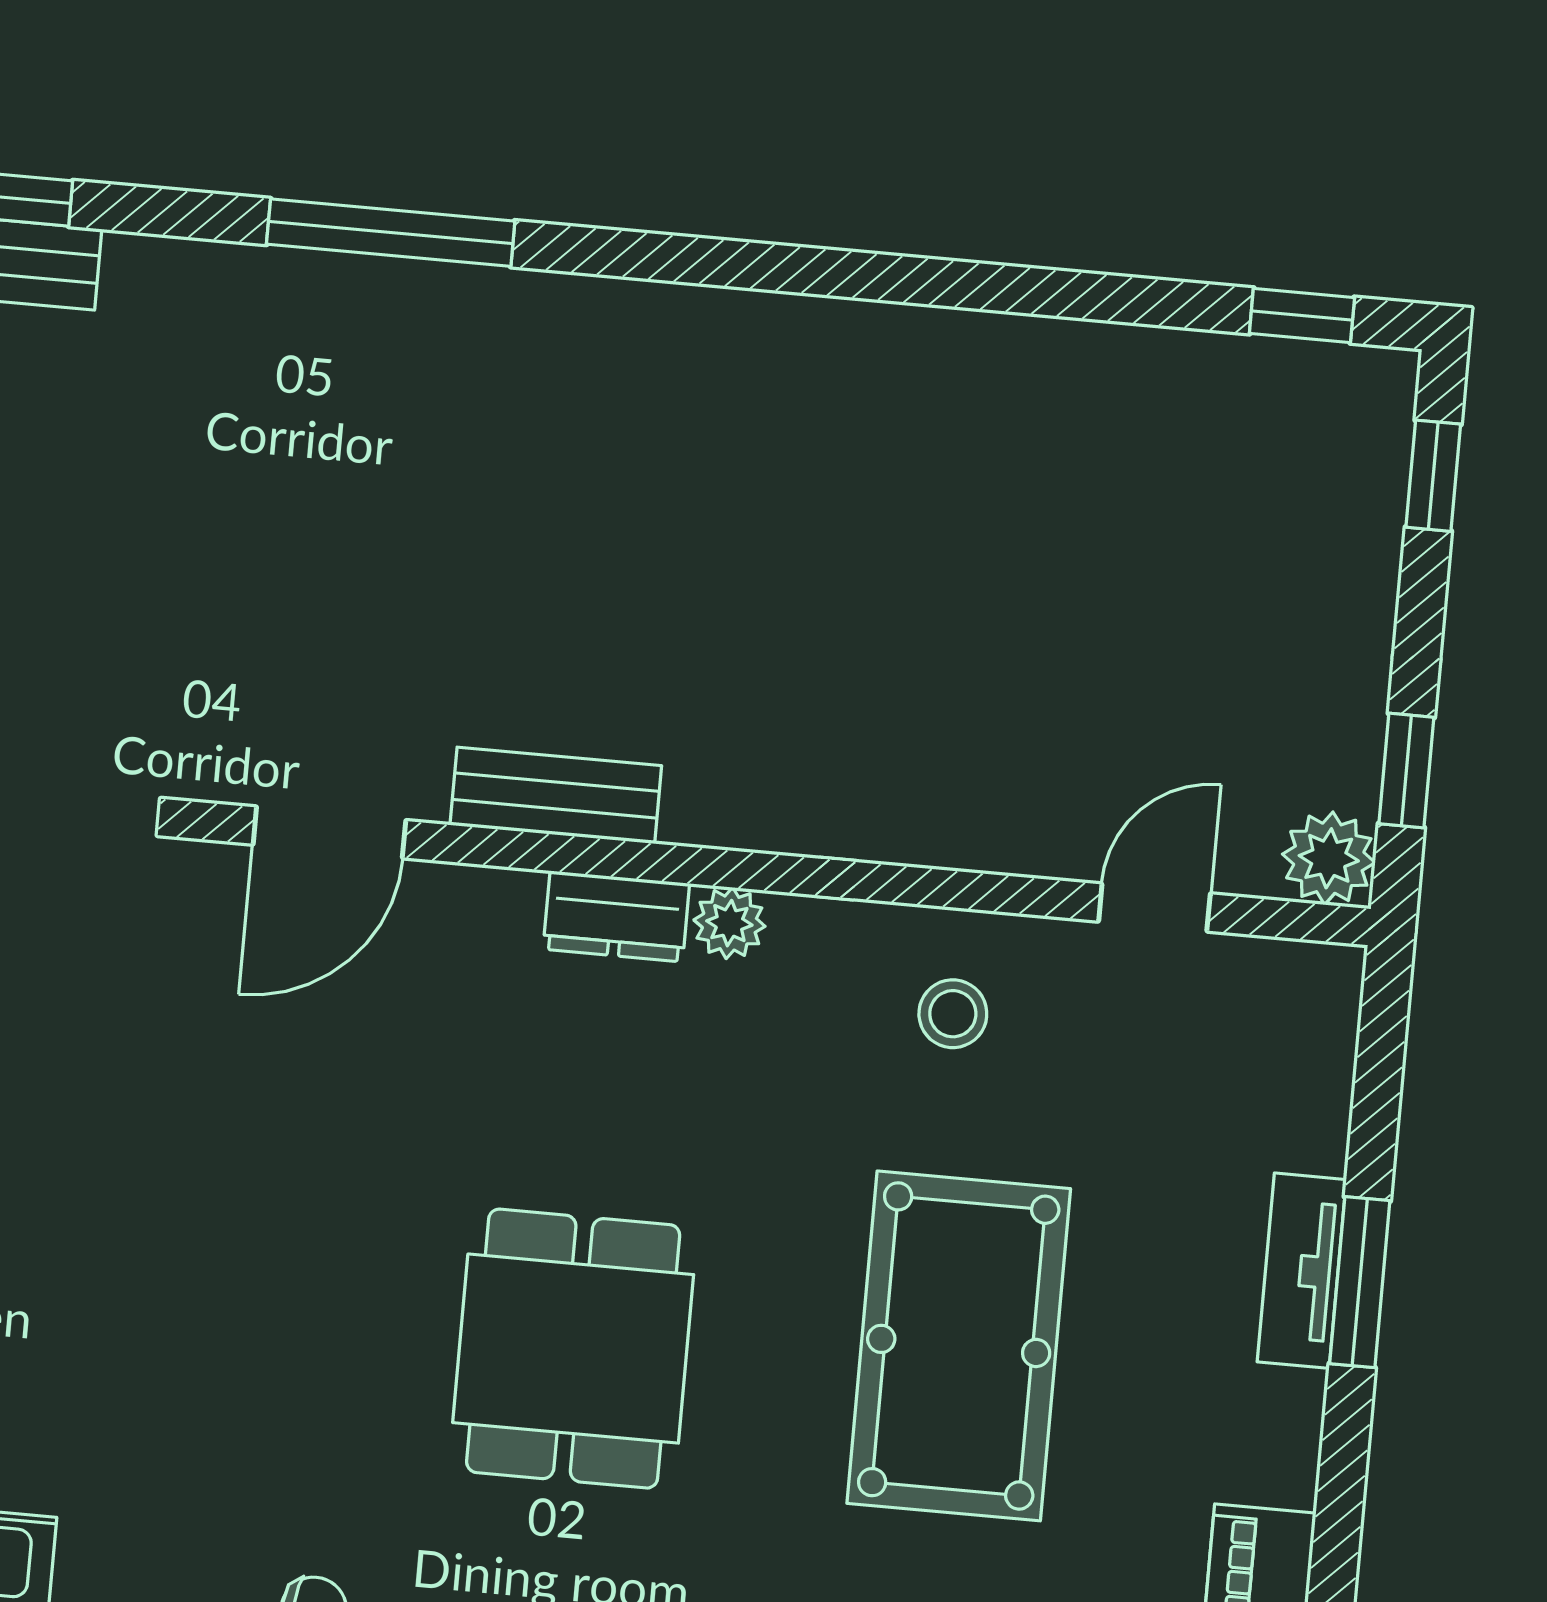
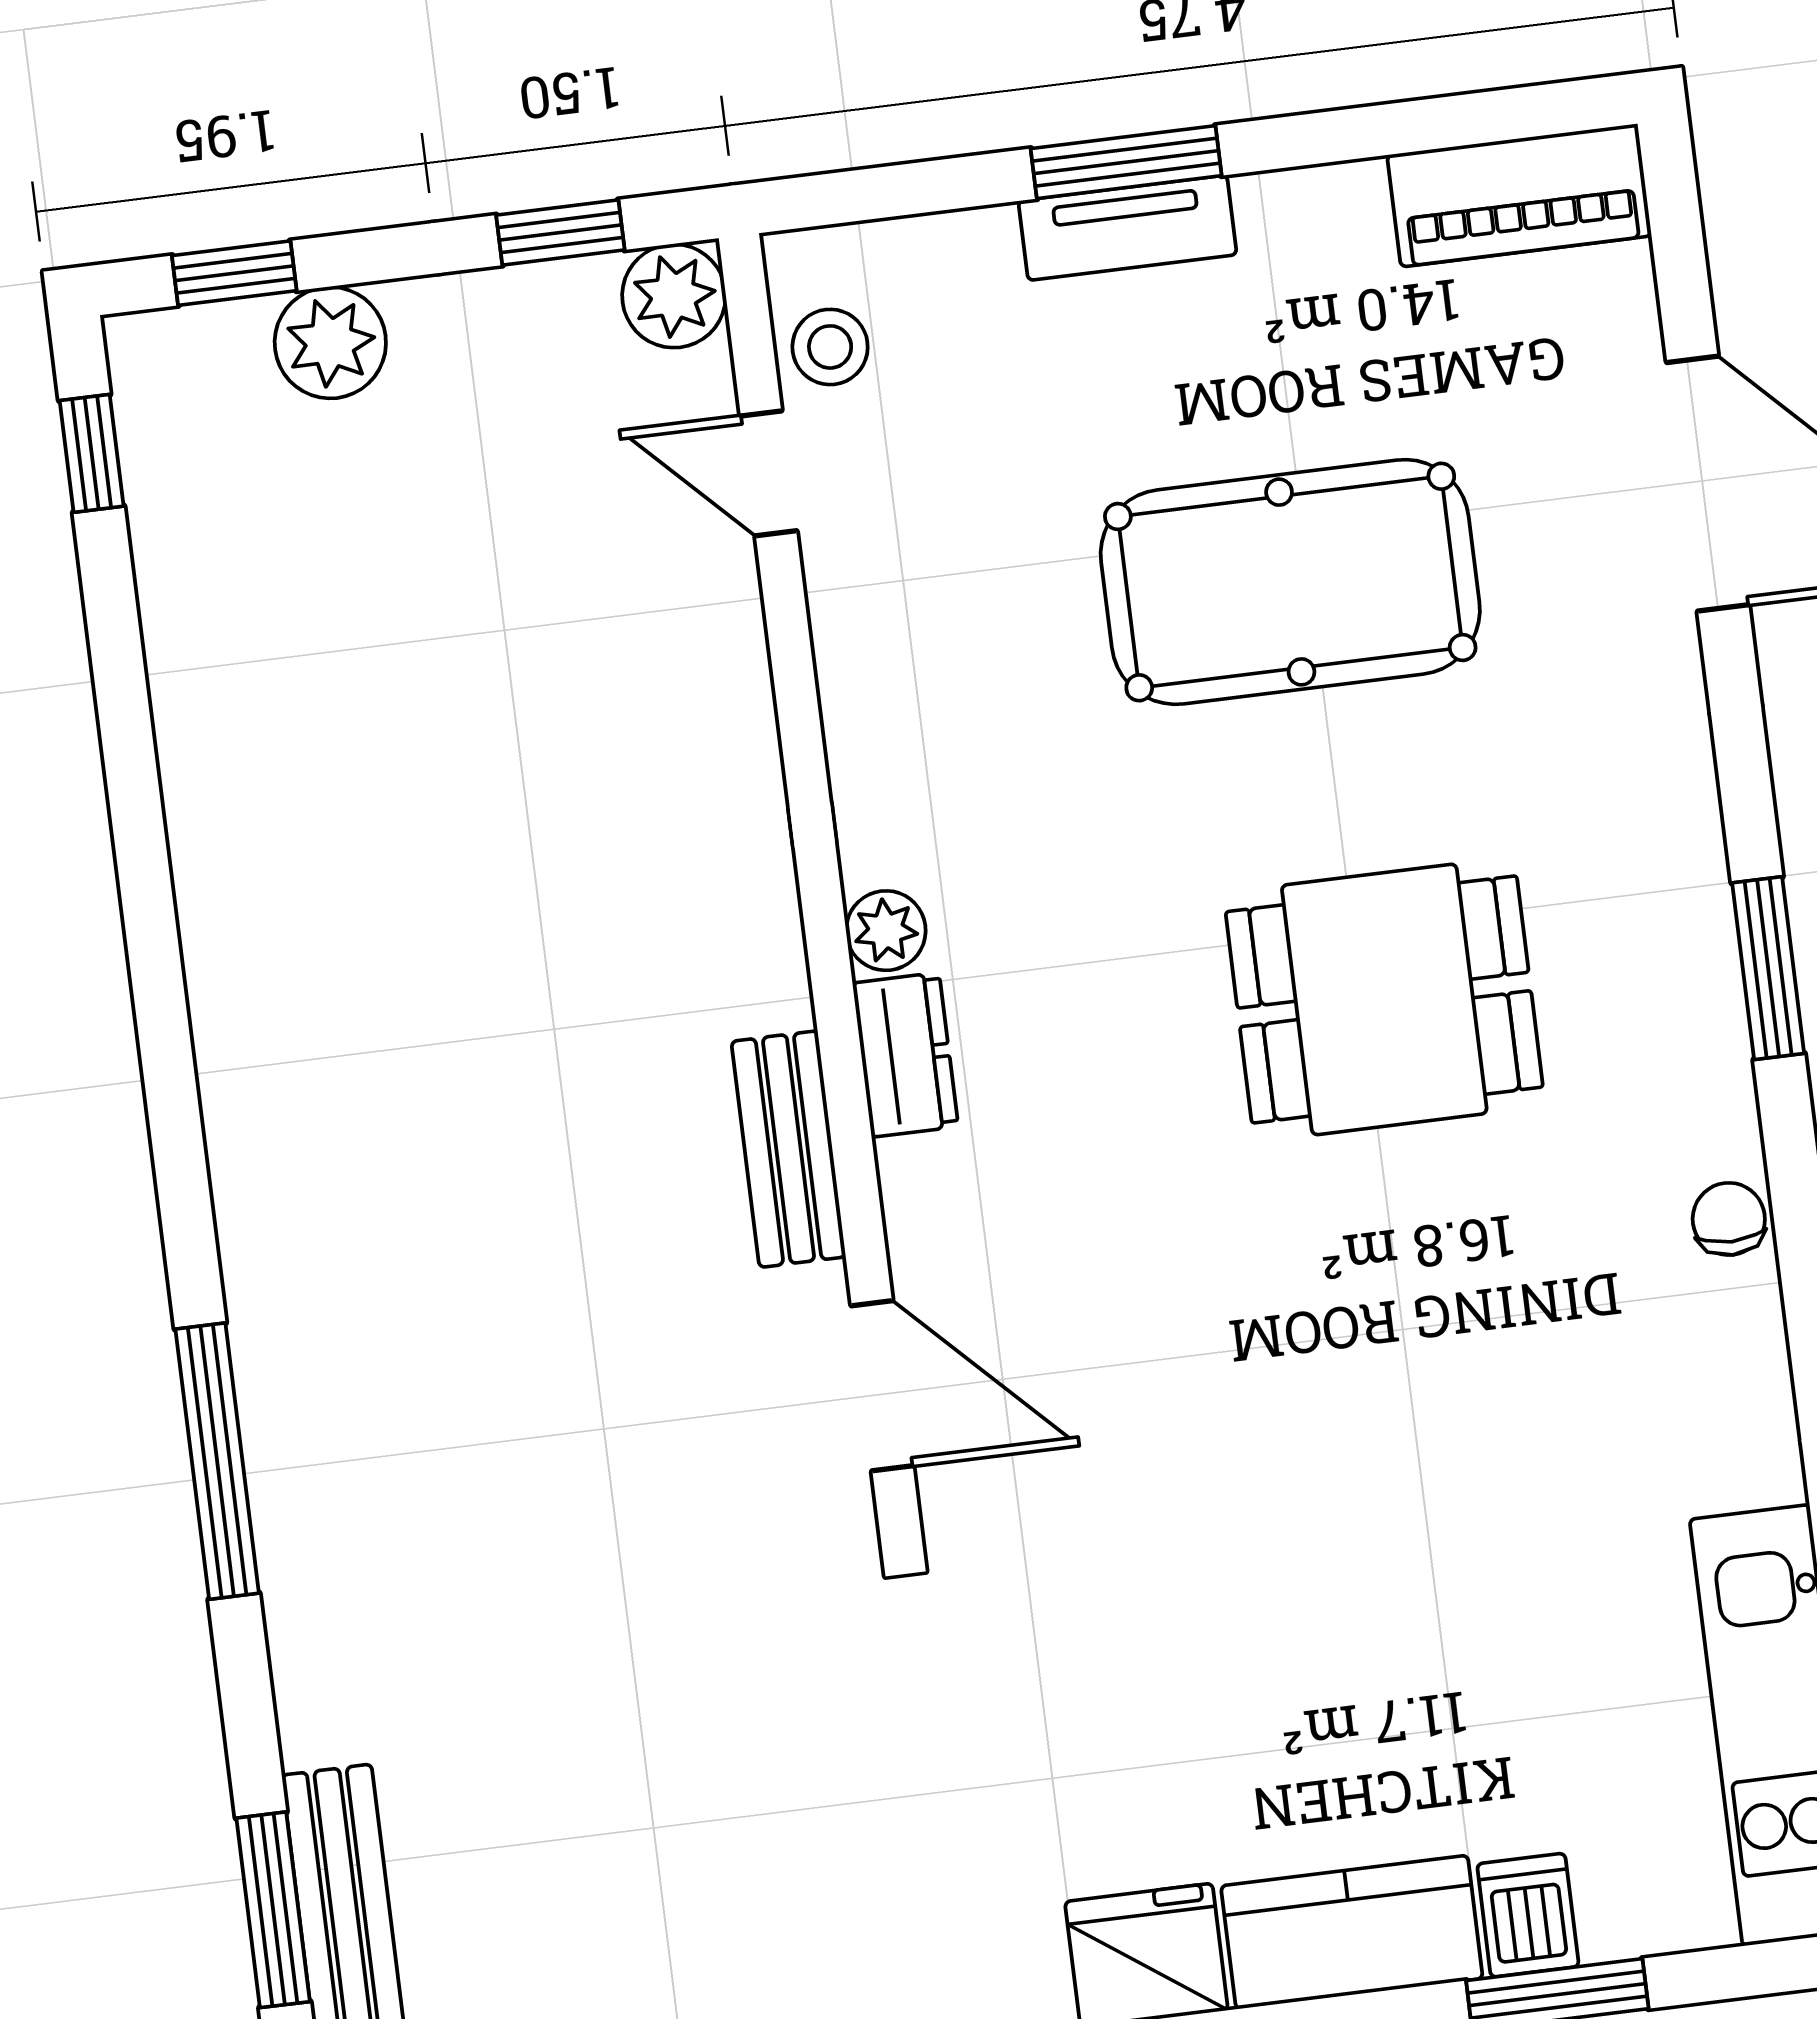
plant: (1354, 547) -> (330, 343), added
stool: (953, 1014) -> (830, 347), moved

